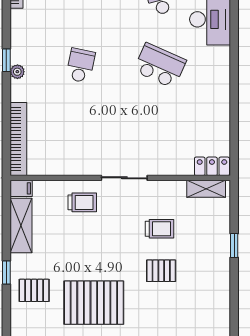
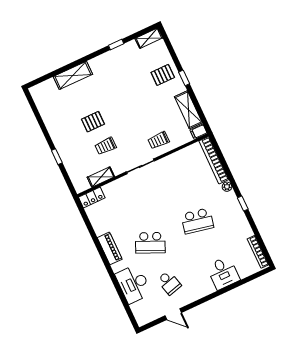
school desk: (81, 65) -> (197, 221), width x1.85
plant: (17, 72) -> (227, 187), moved
piano: (220, 84) -> (110, 248), added
shelving: (206, 189) -> (101, 177), moved
pallet: (94, 303) -> (124, 84), removed

